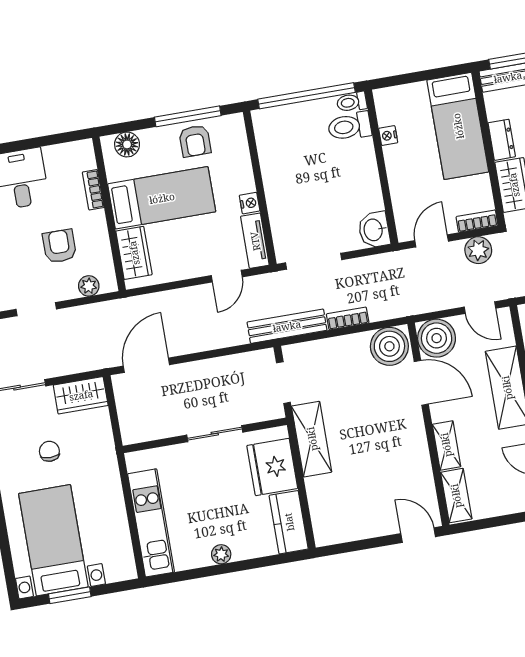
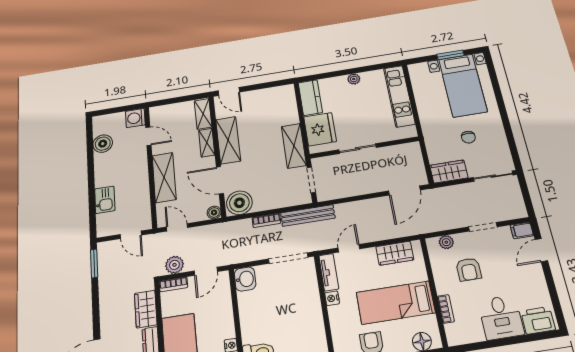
wardrobe: (134, 253) -> (395, 253), moved, turned -90
boiler: (437, 338) -> (214, 212), width x0.54, depth x0.54
shelving: (413, 450) -> (228, 140), added

